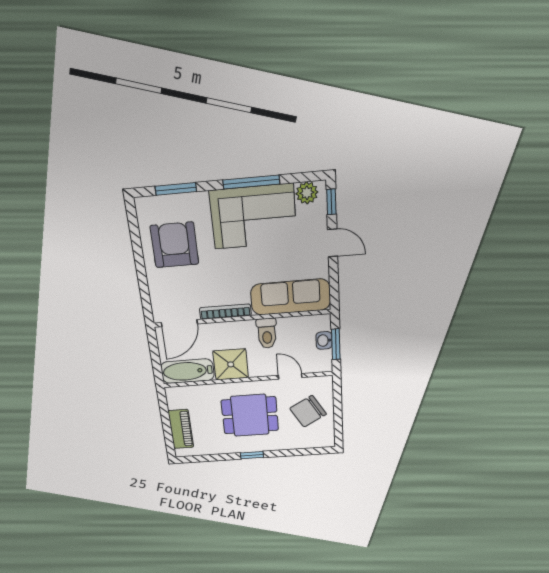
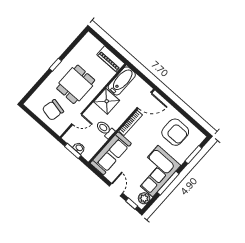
door: (333, 243) -> (116, 190), swing flipped
door: (179, 323) -> (144, 100), swing flipped
chair: (308, 411) -> (53, 110), turned -138
piano: (181, 429) -> (111, 59), moved

